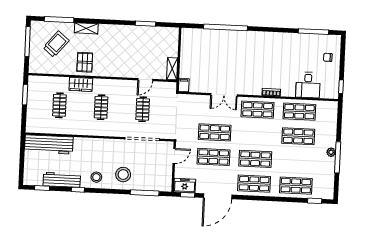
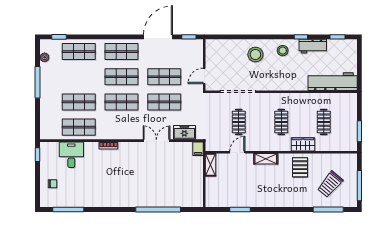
shelving: (86, 28) -> (266, 159), moved
shop shelf: (258, 110) -> (121, 102), moved
plant: (331, 152) -> (45, 57), moved
workbench: (62, 180) -> (313, 46), width x0.73
freezer: (185, 186) -> (184, 132), moved, turned 180
window: (145, 193) -> (233, 37), removed

